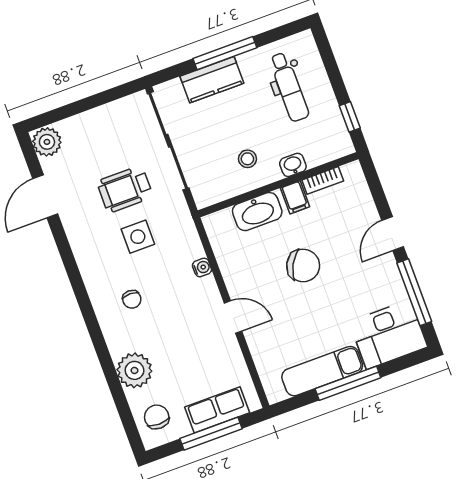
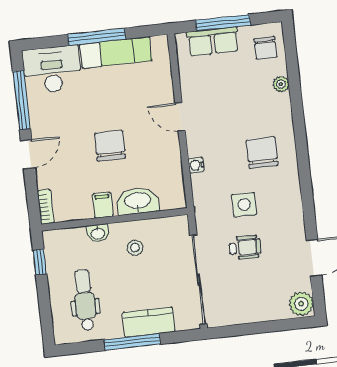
bookcase: (323, 180) -> (46, 207), moved, turned 90
wheelchair: (125, 189) -> (245, 247), width x0.73, depth x0.73
chair: (303, 266) -> (110, 146), turned 62
chair: (132, 299) -> (262, 153), width x1.87, depth x1.87
plant: (134, 370) -> (281, 84), width x0.53, depth x0.53

